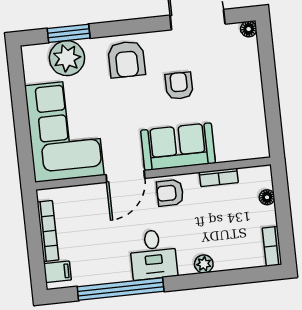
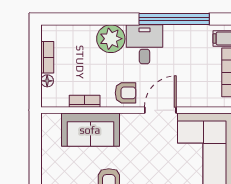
sofa: (178, 147) -> (90, 130), moved
bookcase: (272, 246) -> (47, 57), moved
plant: (204, 264) -> (111, 39), width x1.88, depth x1.88

